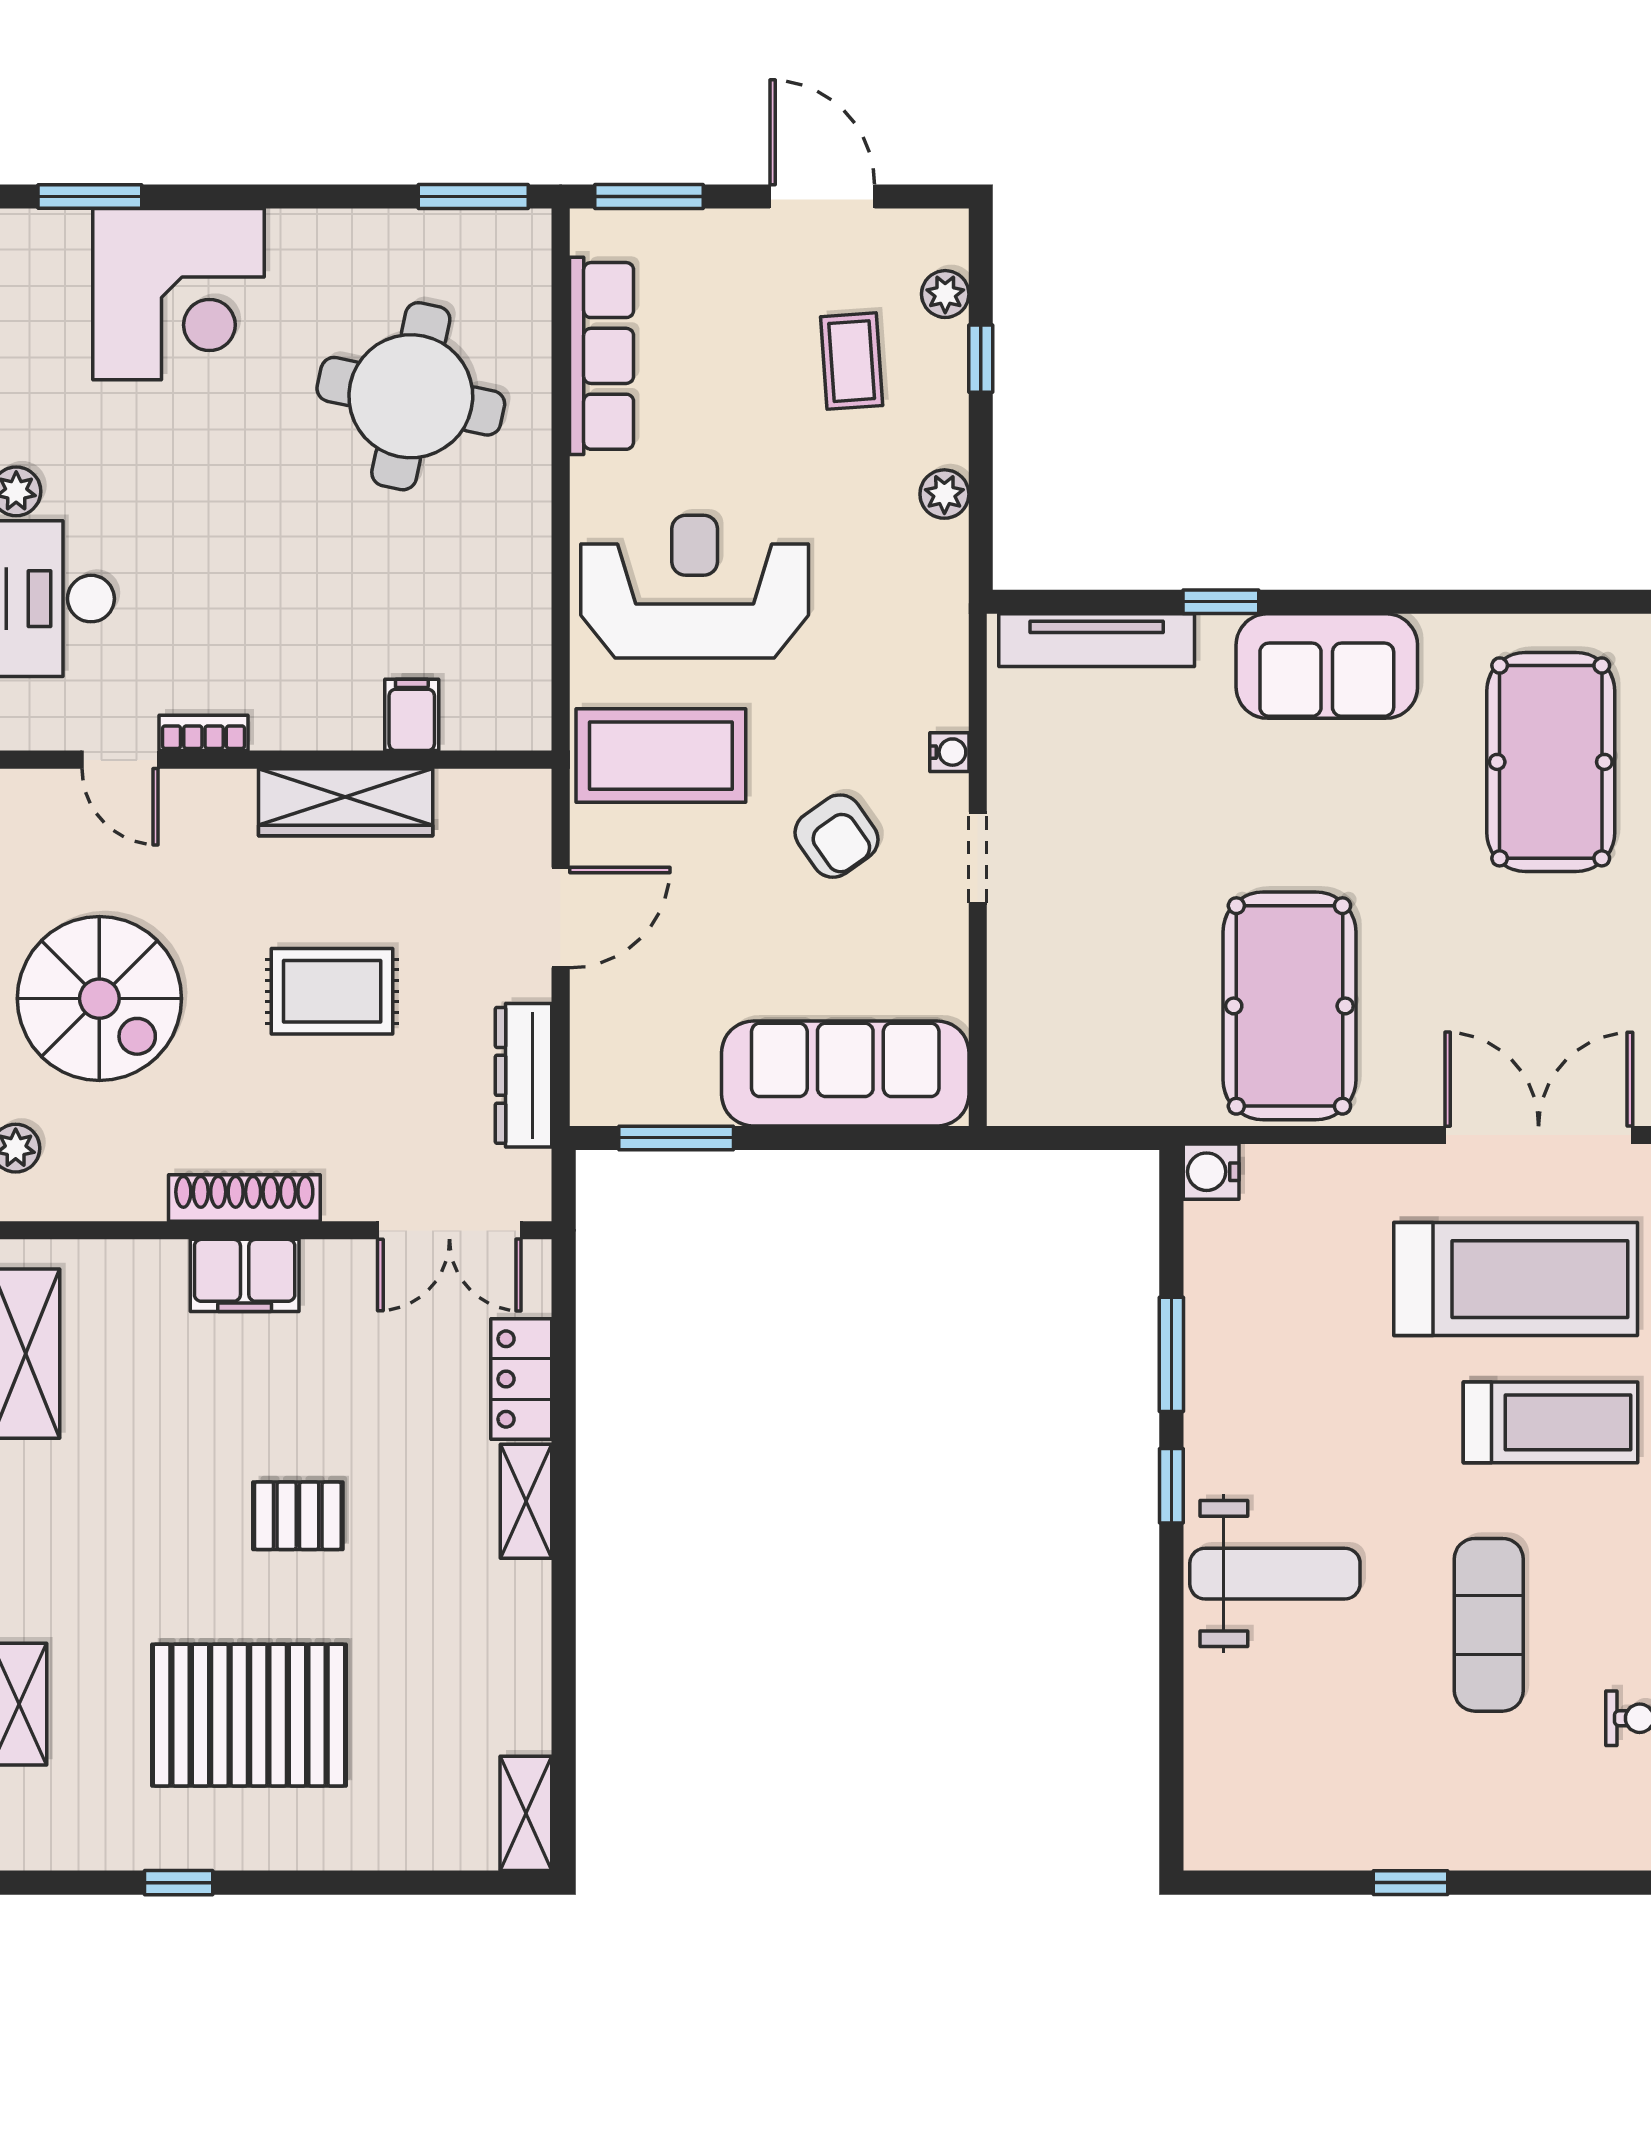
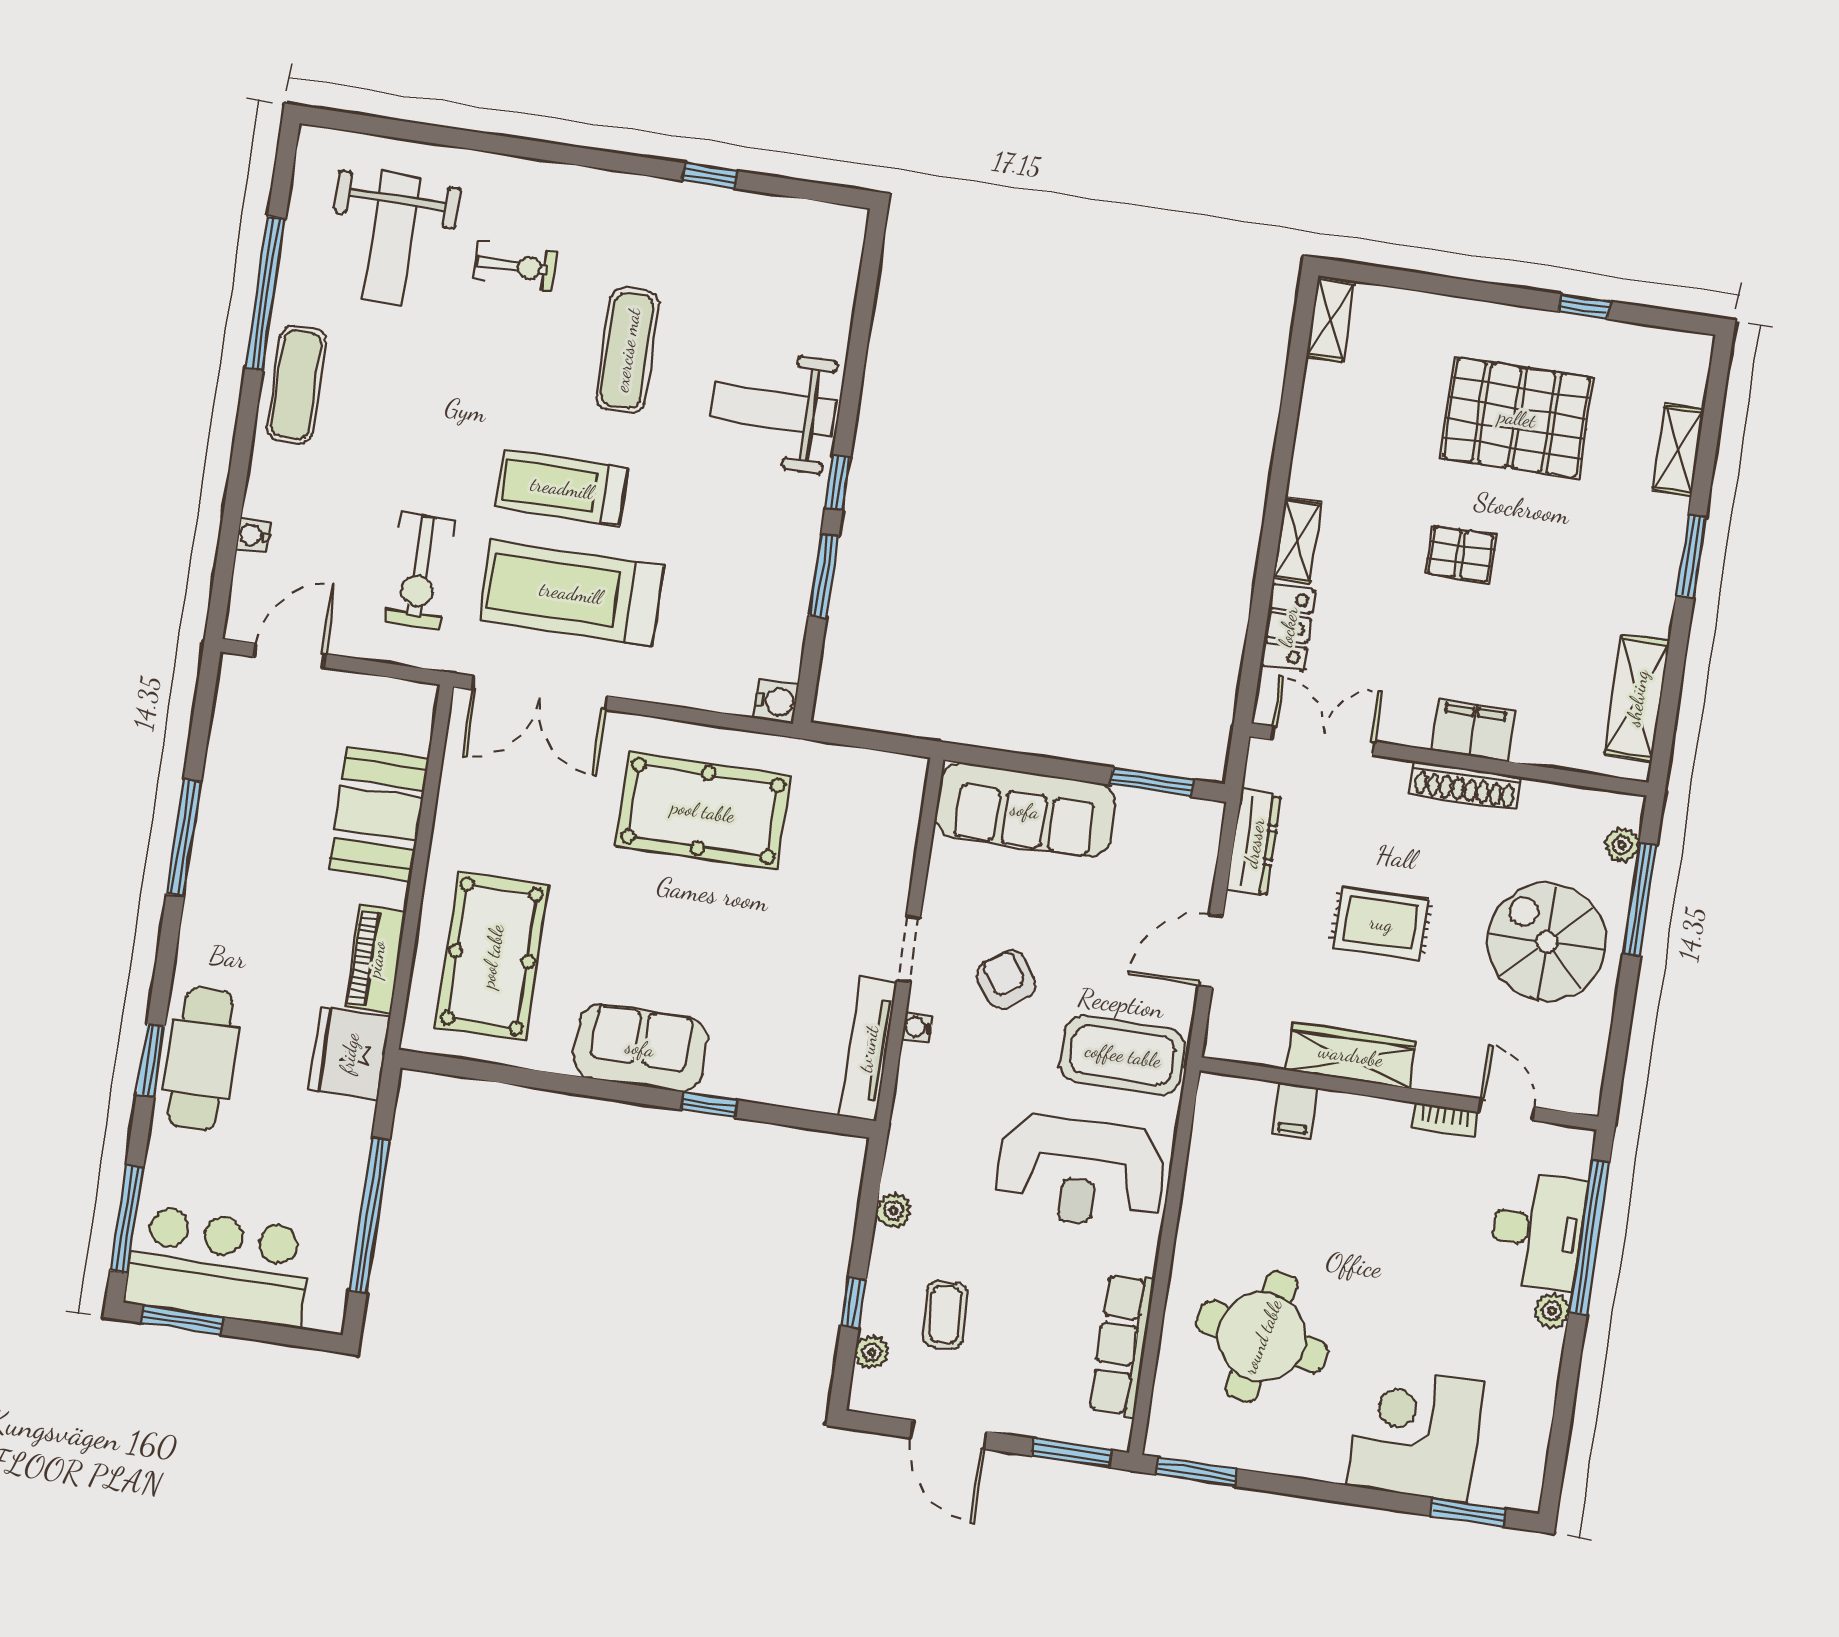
tv unit: (1097, 640) -> (868, 1049), moved, turned -90
pool table: (1289, 1006) -> (703, 811), turned 90

